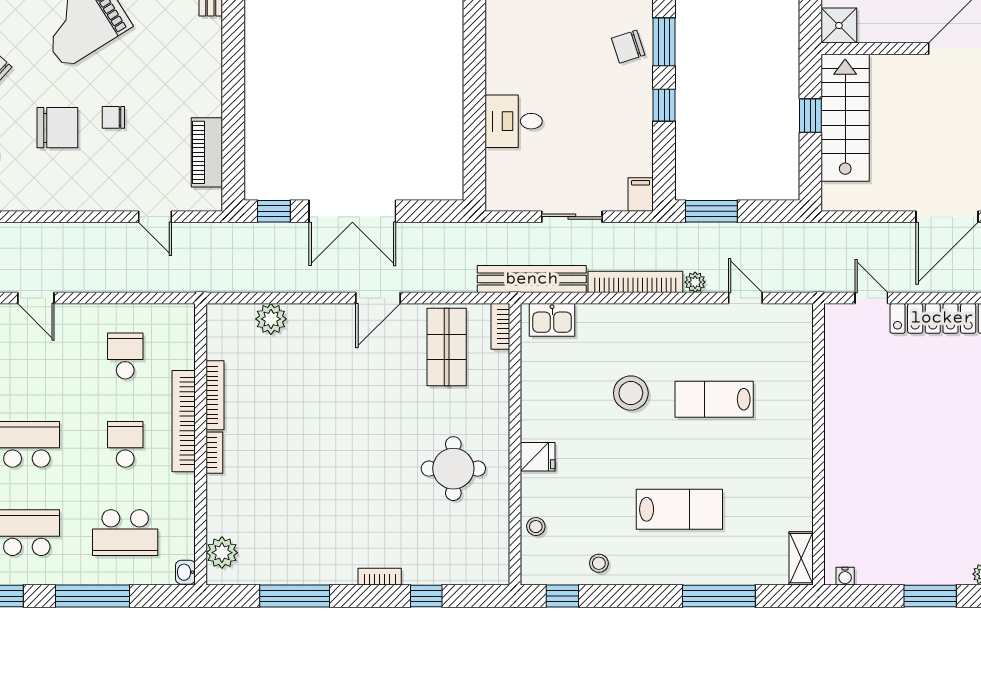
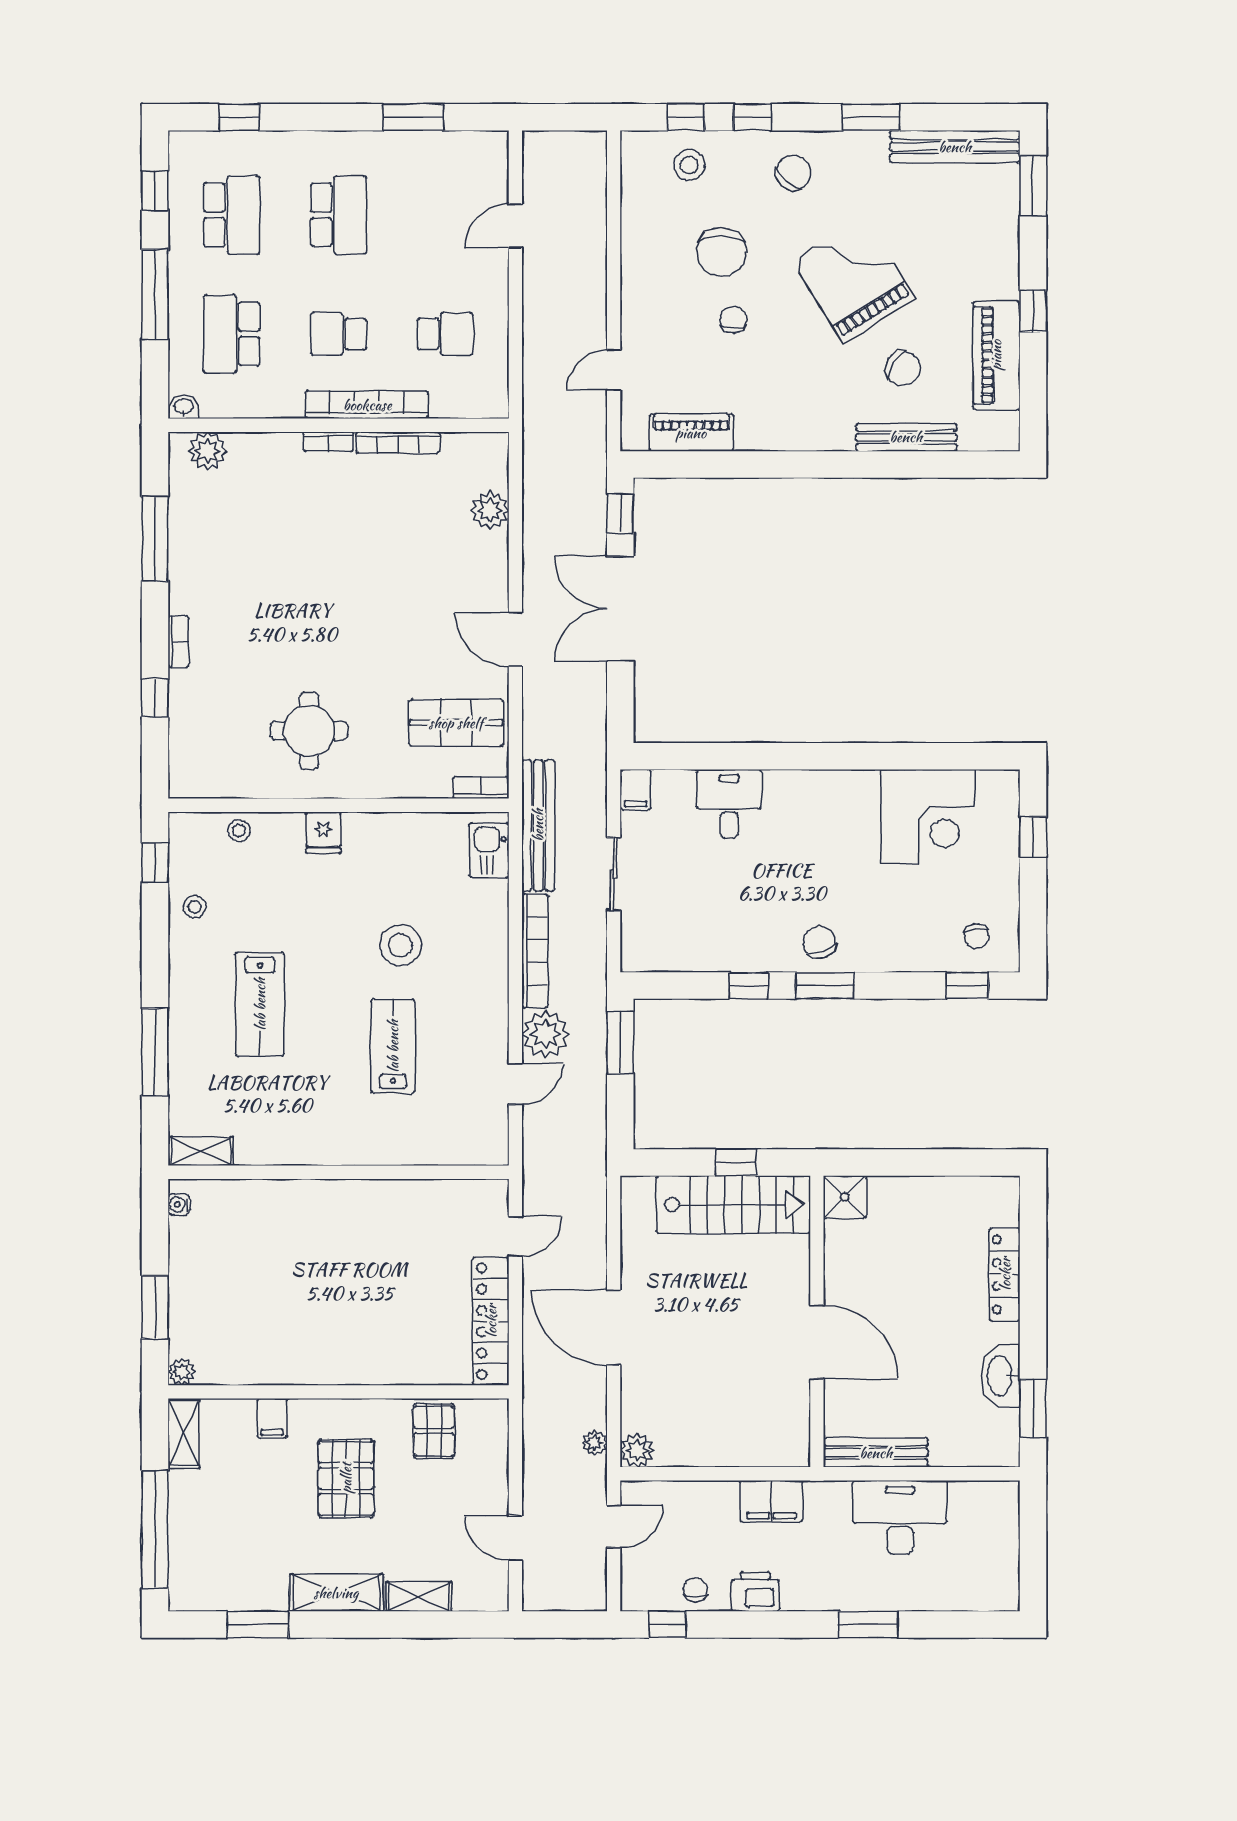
filing cabinet: (641, 194) -> (635, 790), moved, turned 90
plant: (695, 282) -> (545, 1034), width x1.87, depth x1.87
school desk: (125, 444) -> (338, 334), turned 180

